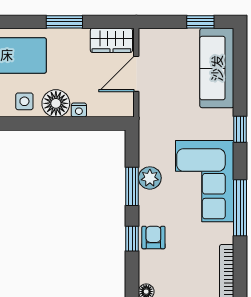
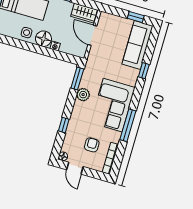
door: (136, 74) -> (92, 35), hinge flipped
window: (240, 129) -> (144, 71), moved
window: (132, 186) -> (77, 78), moved
armchair: (153, 237) -> (92, 145), moved

